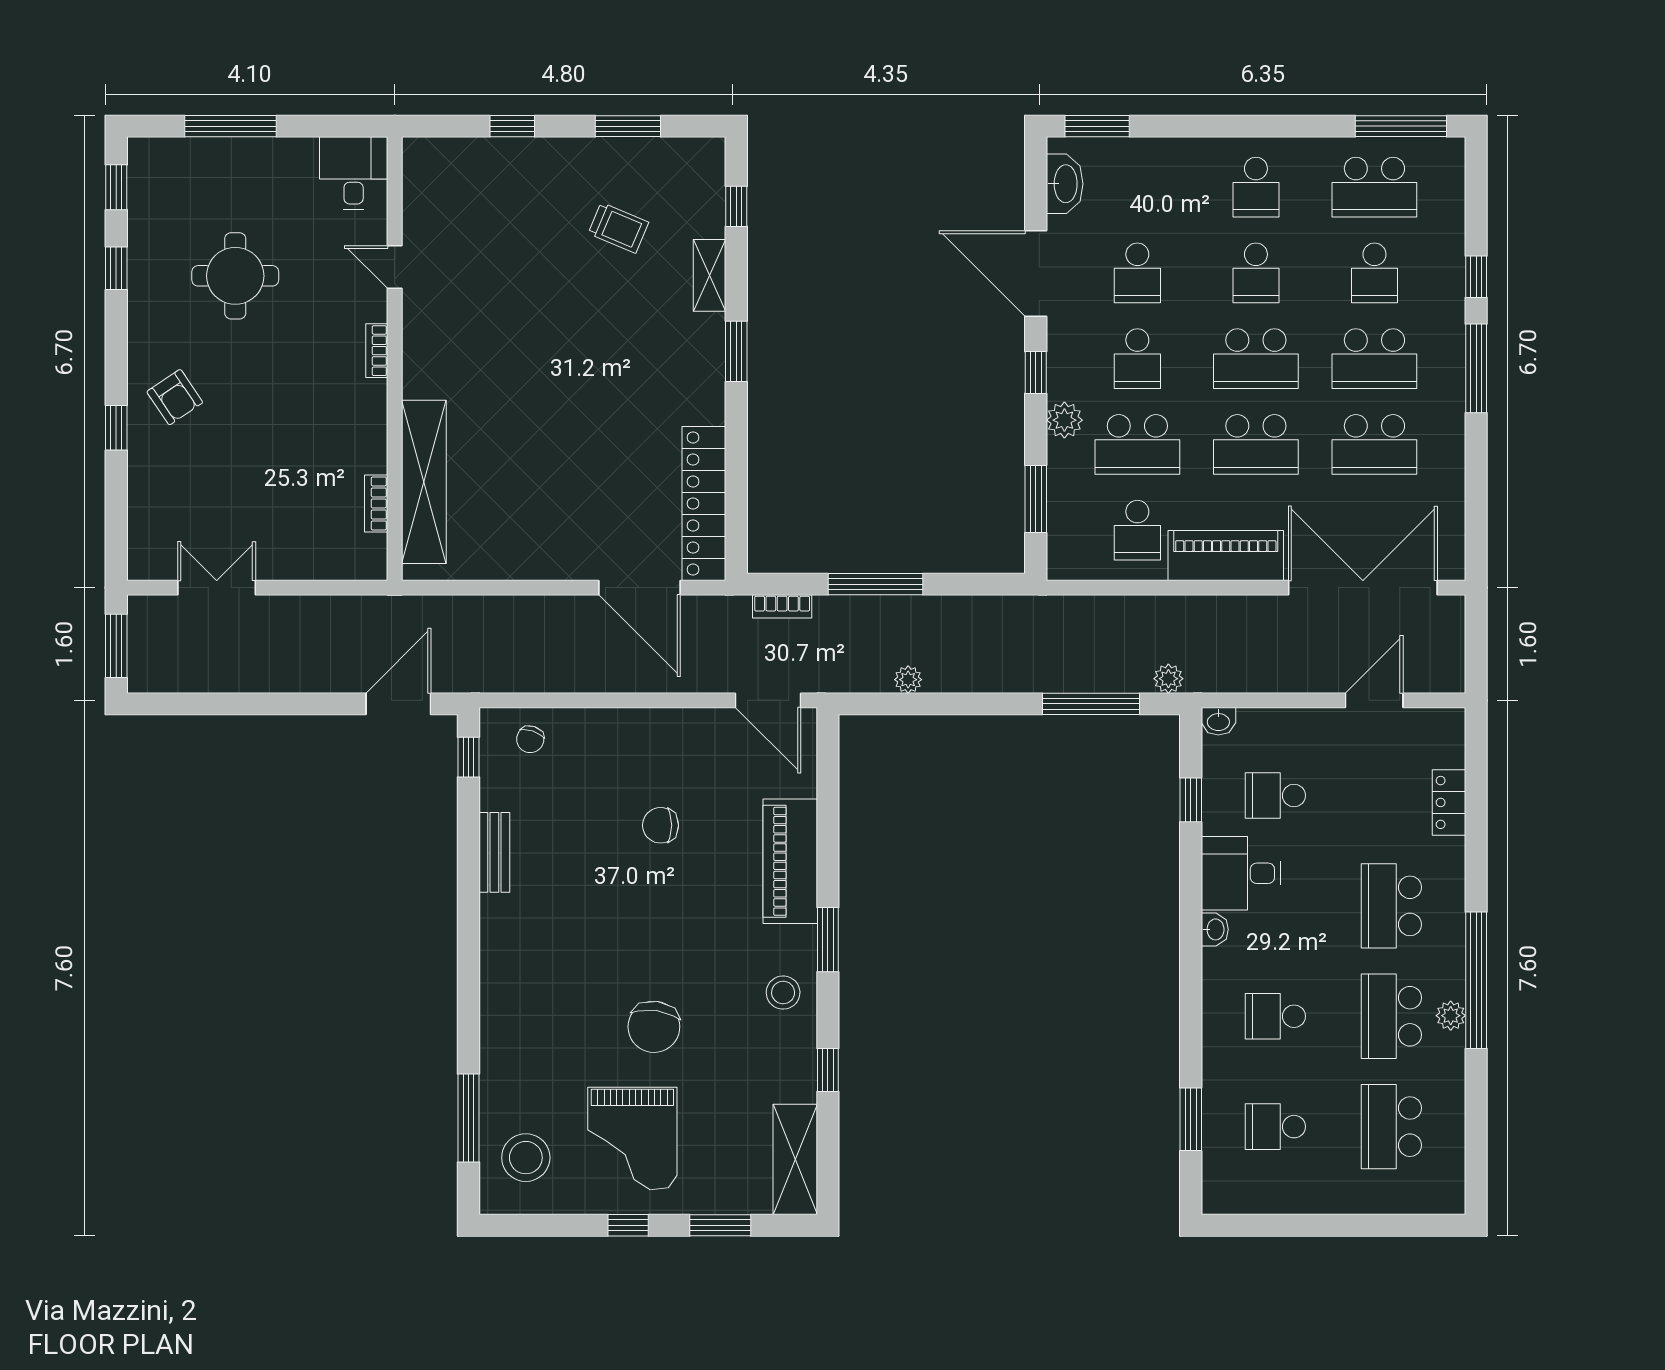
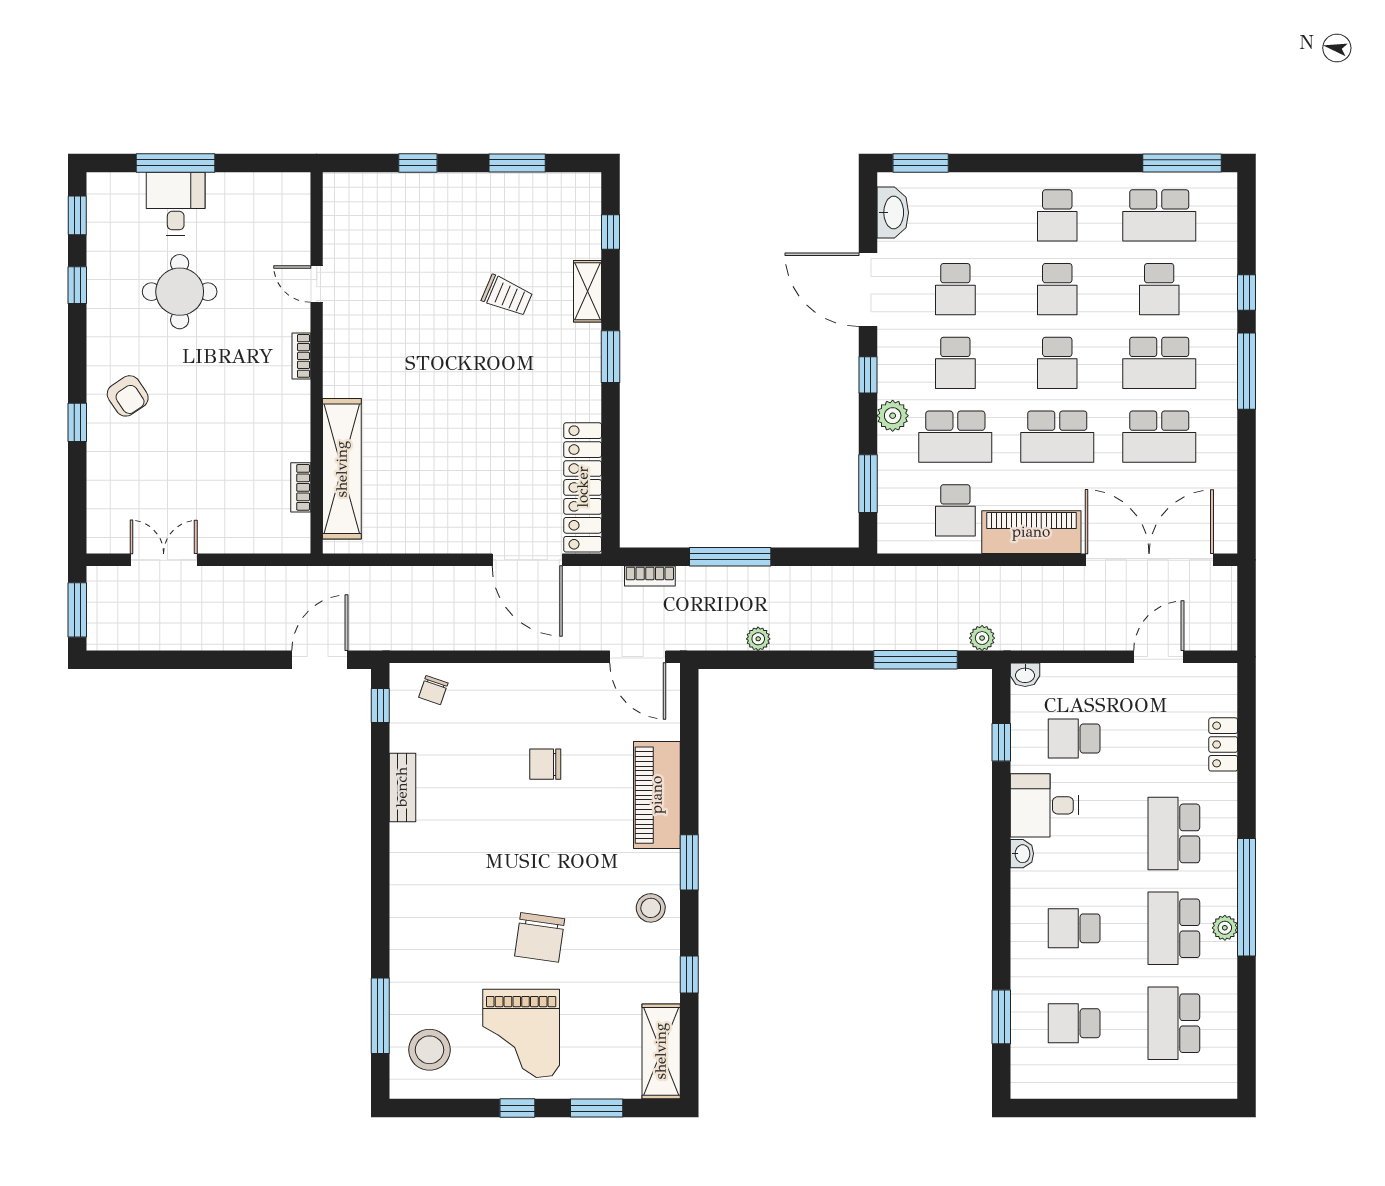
desk: (354, 173) -> (176, 204), moved
trolley: (618, 228) -> (507, 296), moved
school desk: (1256, 359) -> (1057, 363), width x0.54

